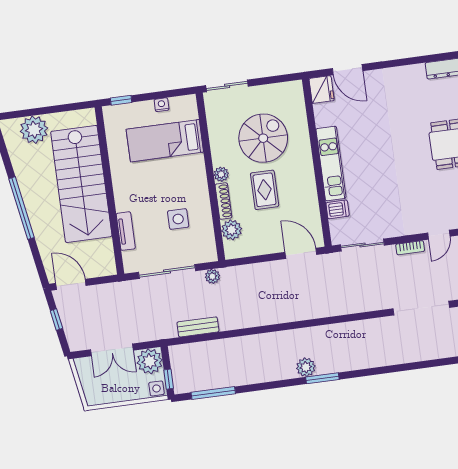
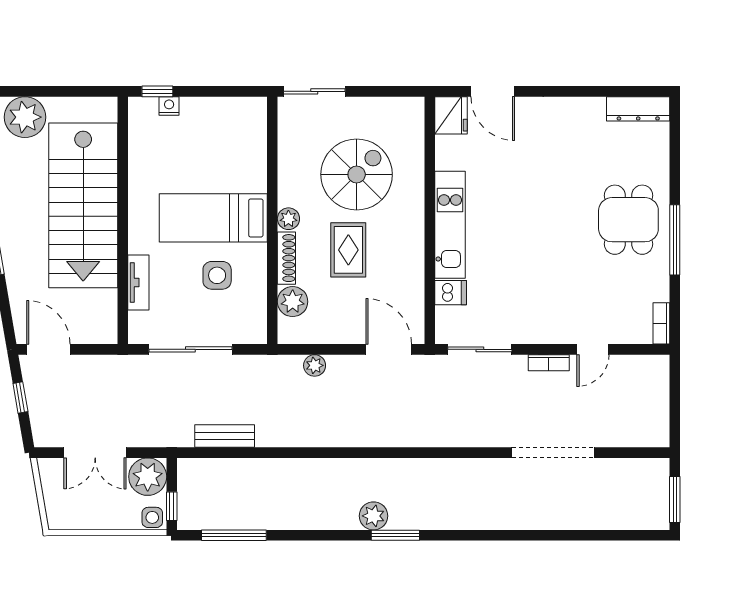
nightstand: (162, 105) -> (169, 106), moved
bed: (165, 141) -> (213, 218), moved
plant: (212, 276) -> (315, 365), moved

